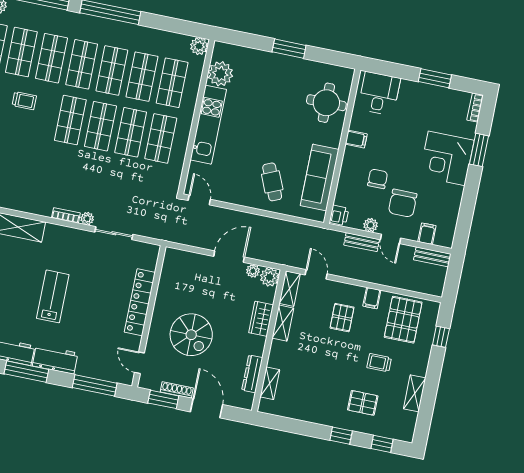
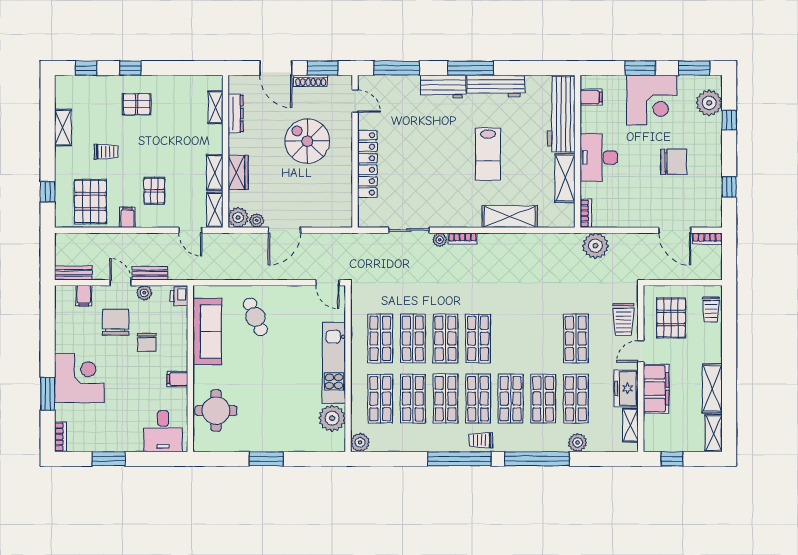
trolley: (24, 101) -> (481, 440), moved
lab bench: (53, 296) -> (488, 154), moved
pallet: (363, 403) -> (137, 104), moved

